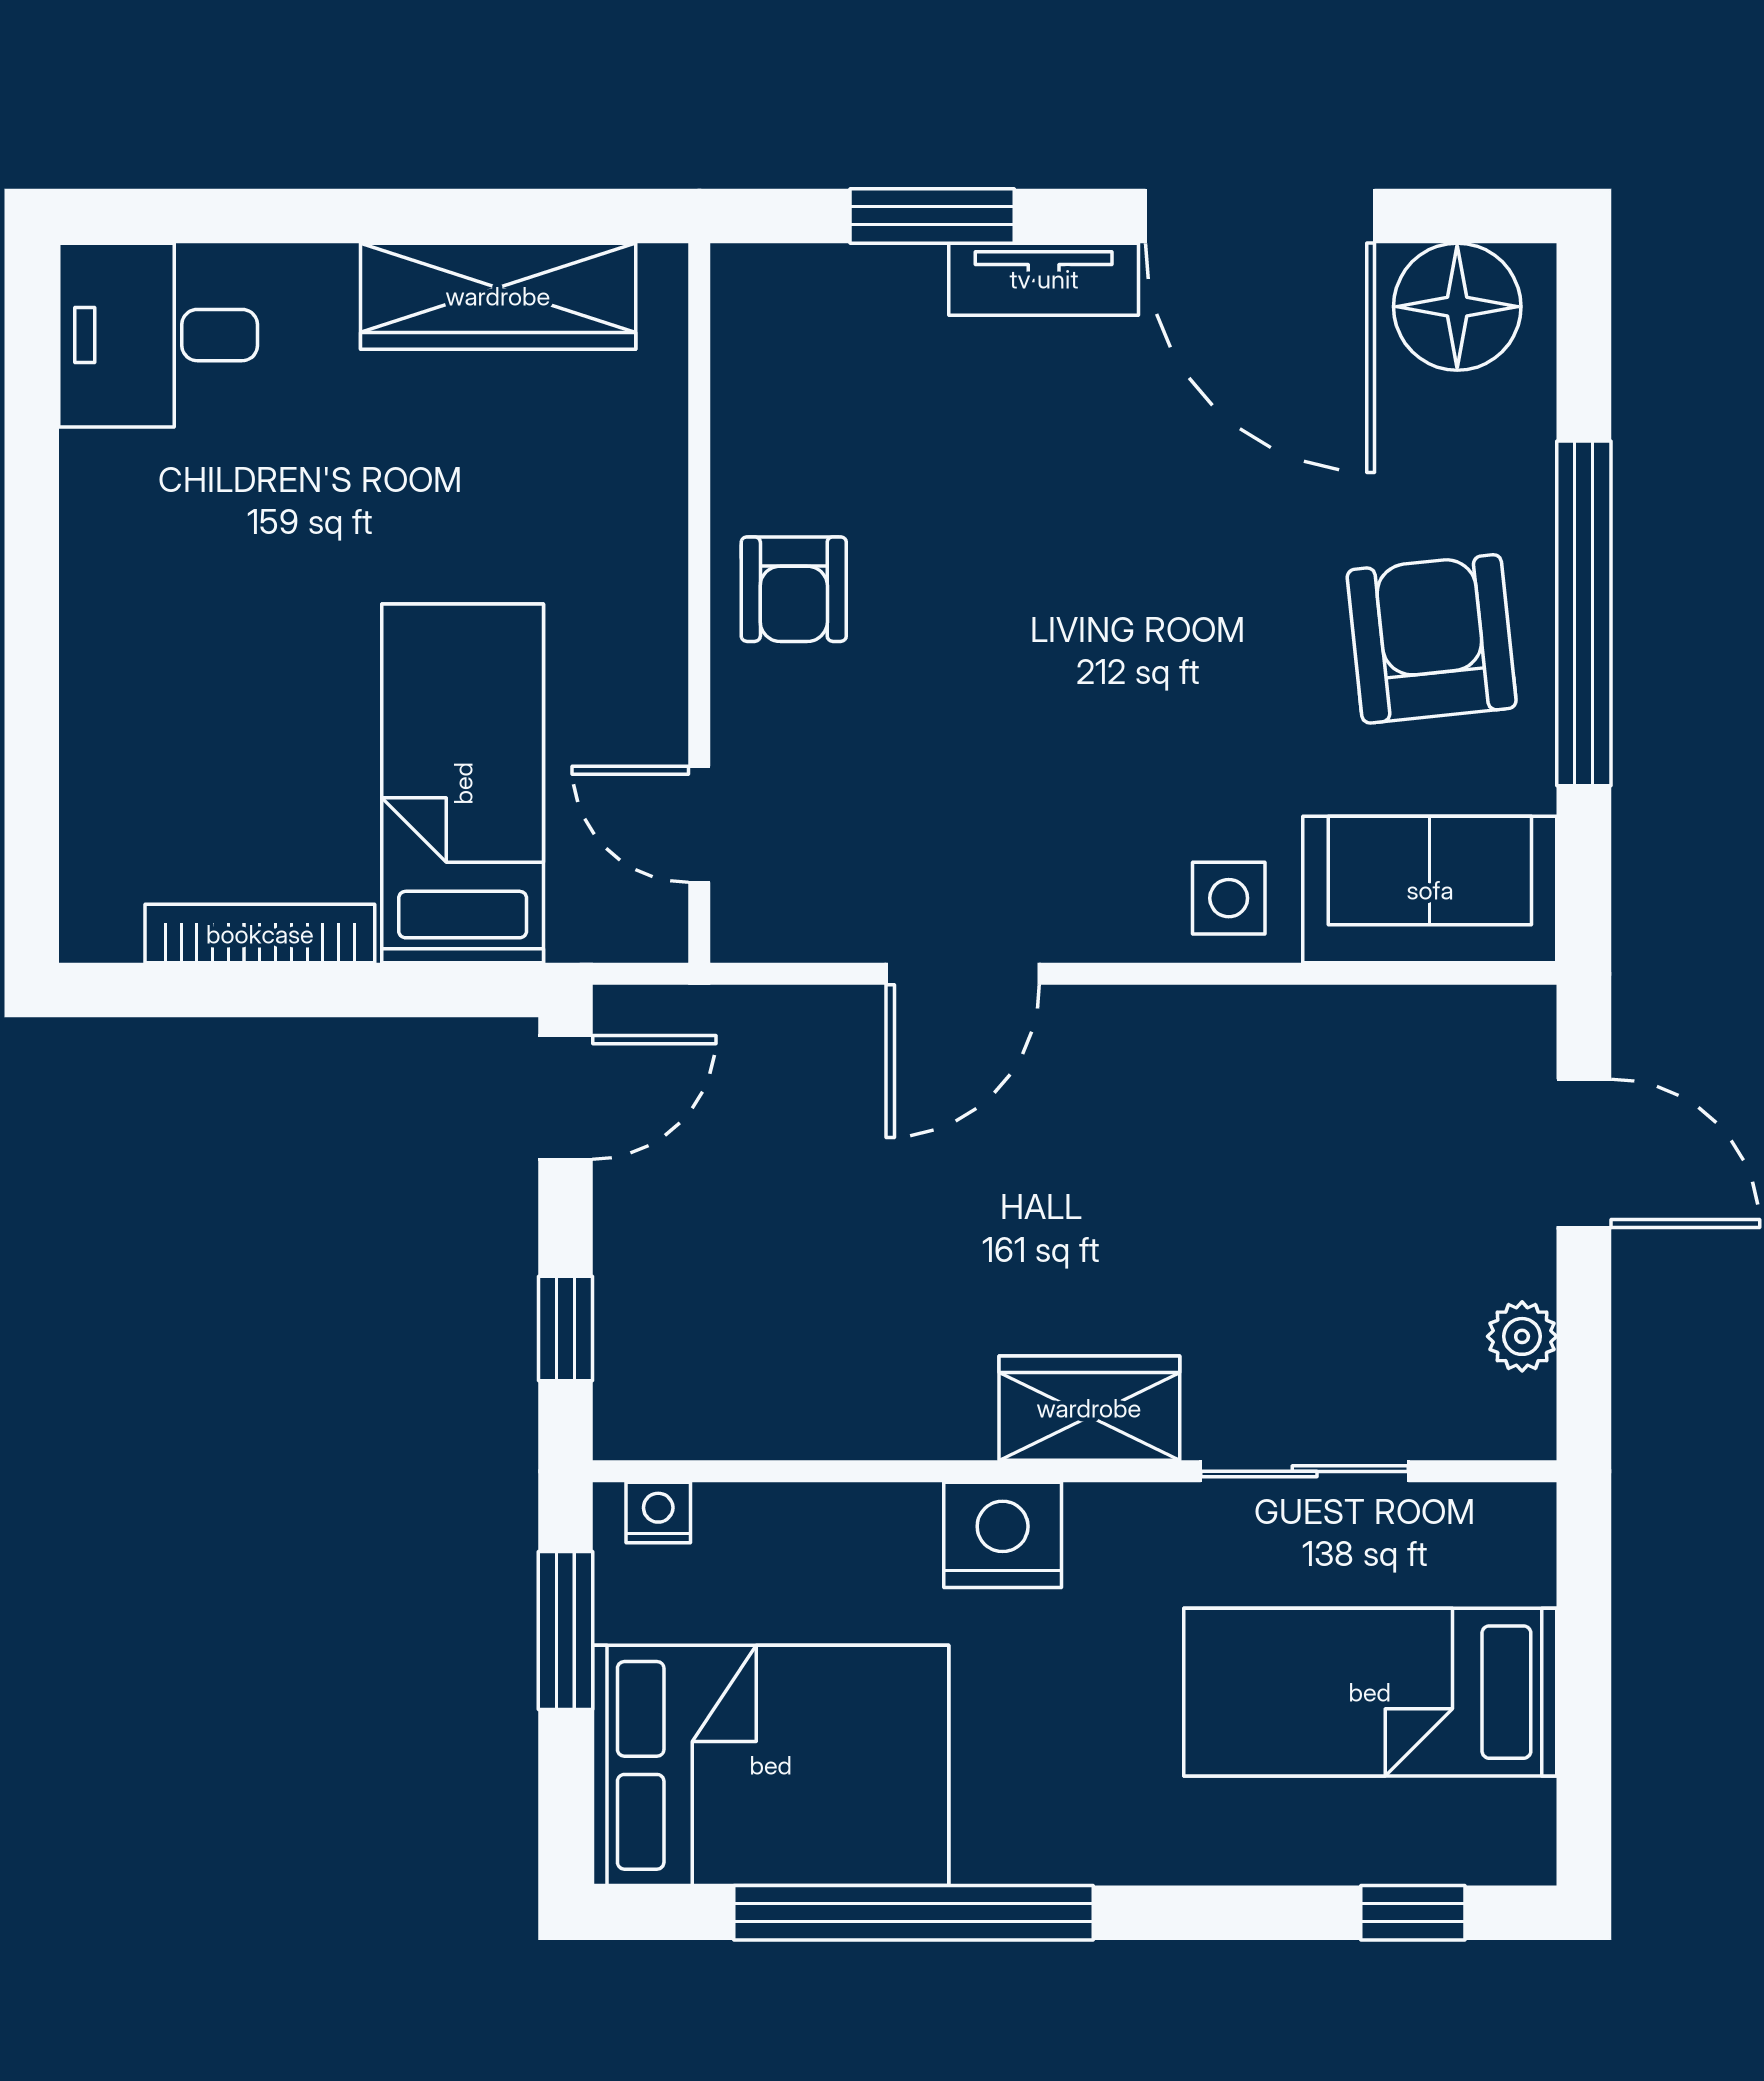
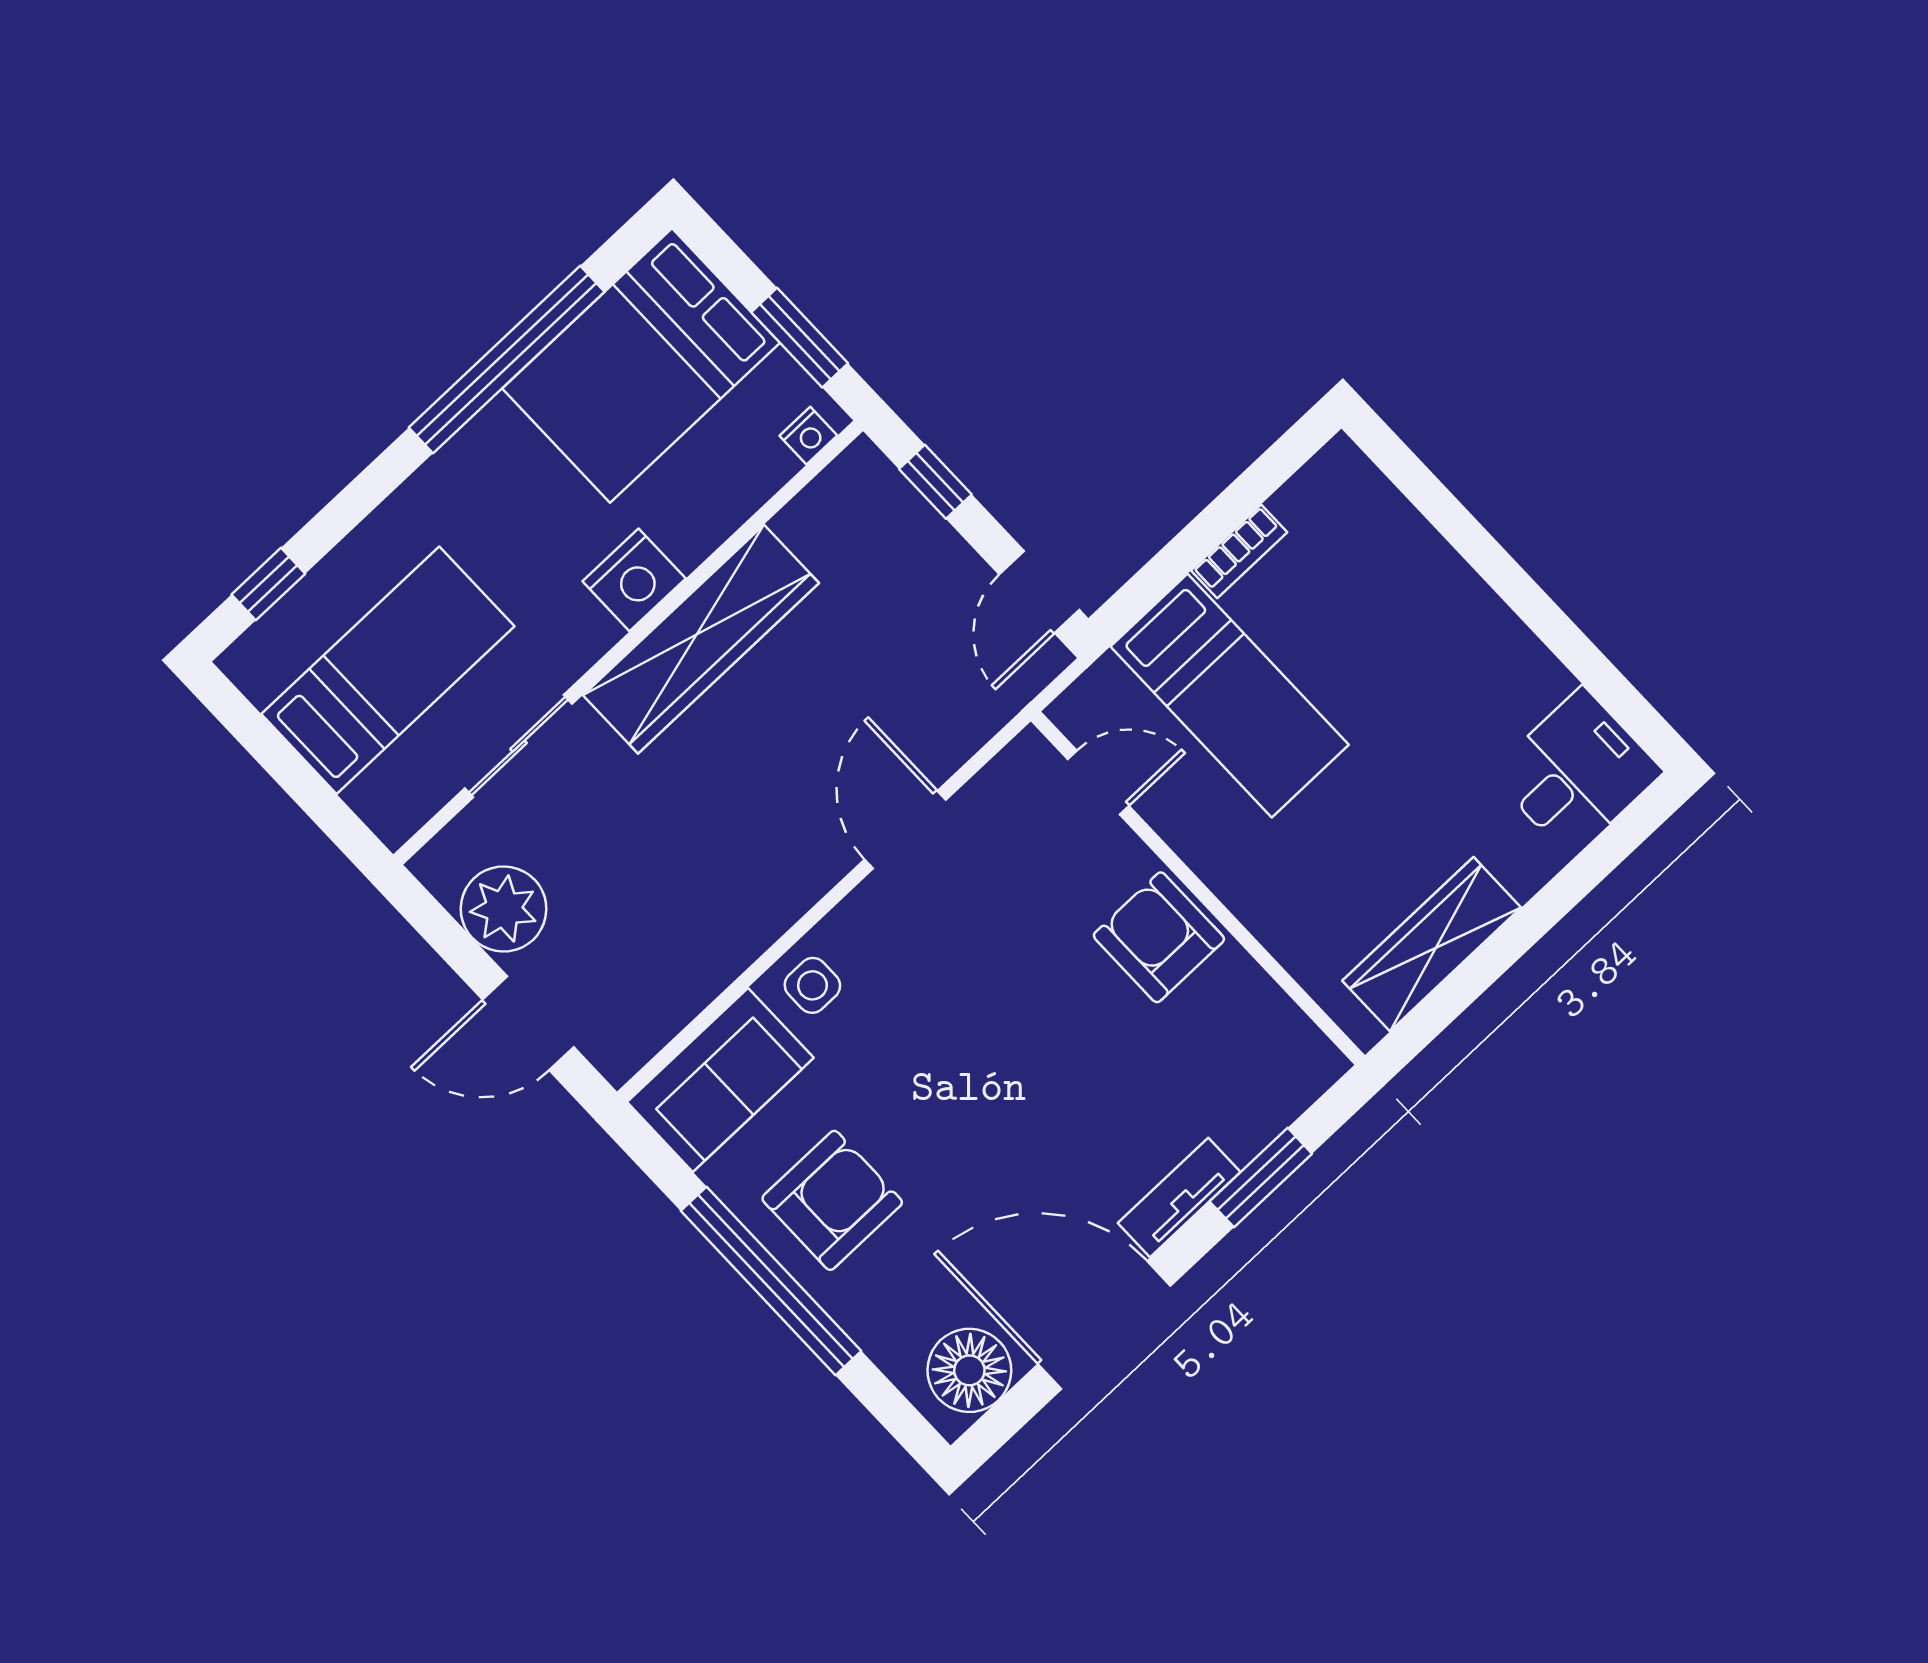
armchair: (794, 589) -> (1159, 937), width x1.38, depth x1.38
armchair: (1432, 639) -> (832, 1200), turned -84
bookcase: (260, 934) -> (1239, 551), width x0.64
plant: (1522, 1336) -> (504, 909), width x1.88, depth x1.88
wardrobe: (1089, 1408) -> (701, 639), width x2.10, depth x1.17

